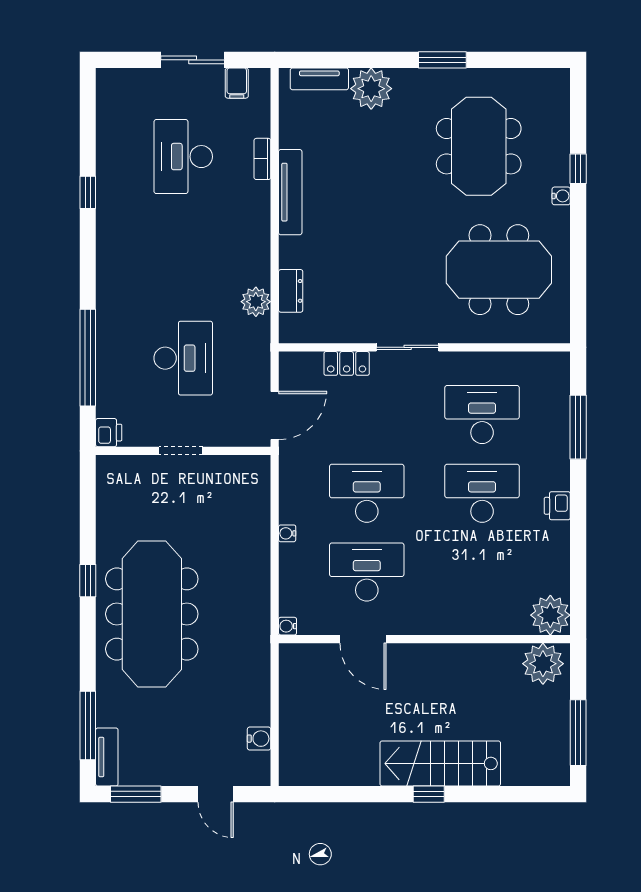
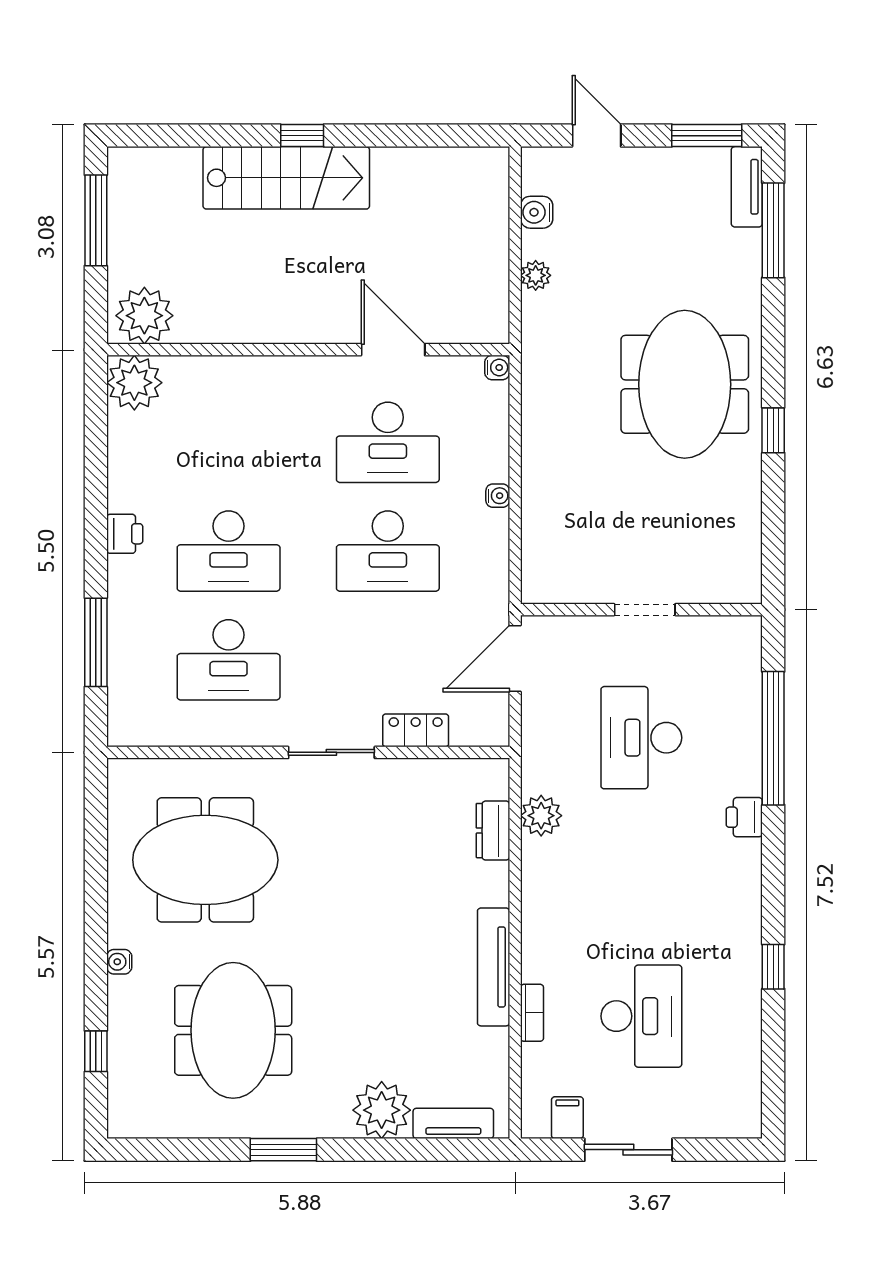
window: (578, 169) -> (96, 1051), moved
printer: (109, 433) -> (744, 817), moved
meeting table: (152, 614) -> (685, 384), width x0.73
plant: (260, 693) -> (536, 275), added

